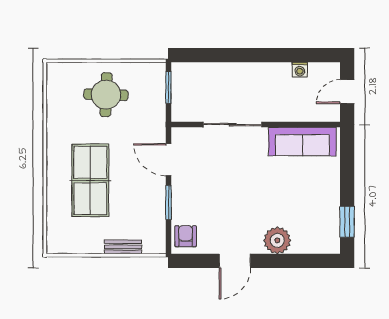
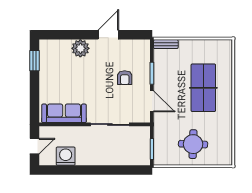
washing machine: (300, 70) -> (66, 156), width x1.89, depth x1.89
armchair: (186, 236) -> (125, 78), moved
bench: (123, 247) -> (166, 44), moved

